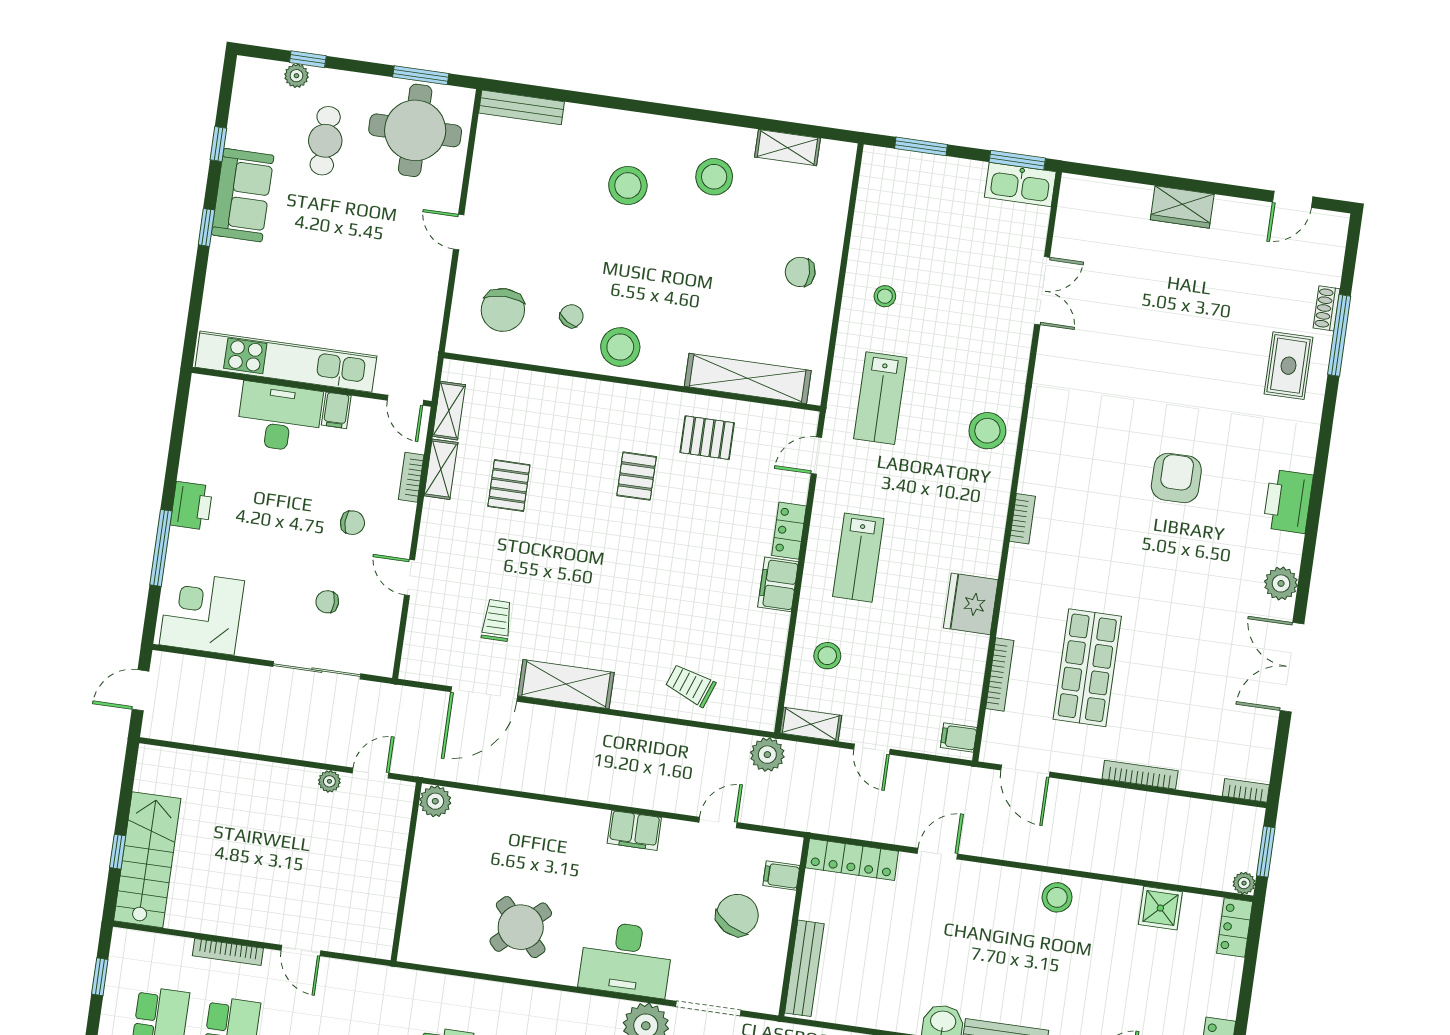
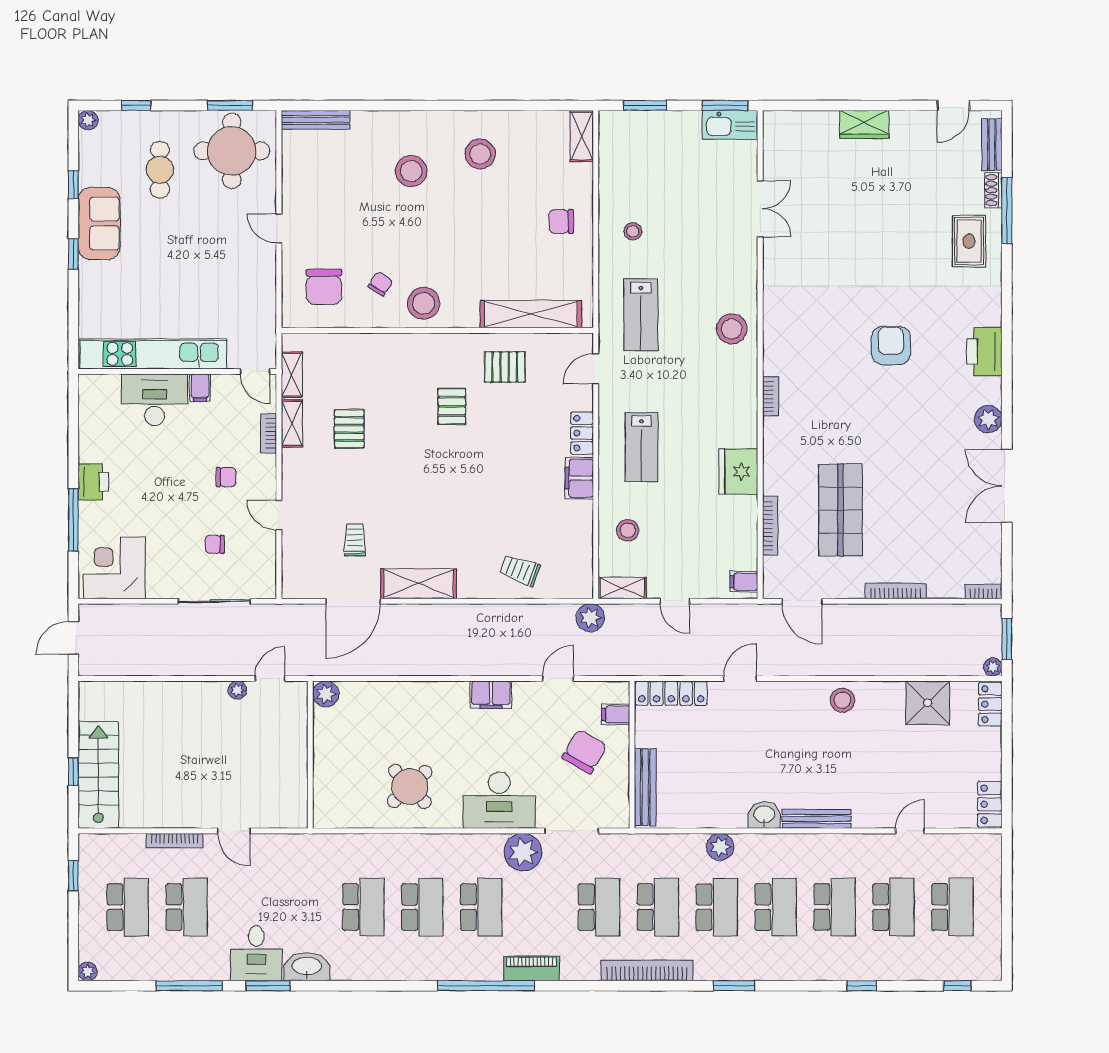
plant: (296, 76) -> (88, 120), moved
shelving: (787, 148) -> (582, 136), moved, turned 90
bench: (1333, 253) -> (992, 145), added
shower: (1160, 908) -> (928, 703), width x1.36, depth x1.36

